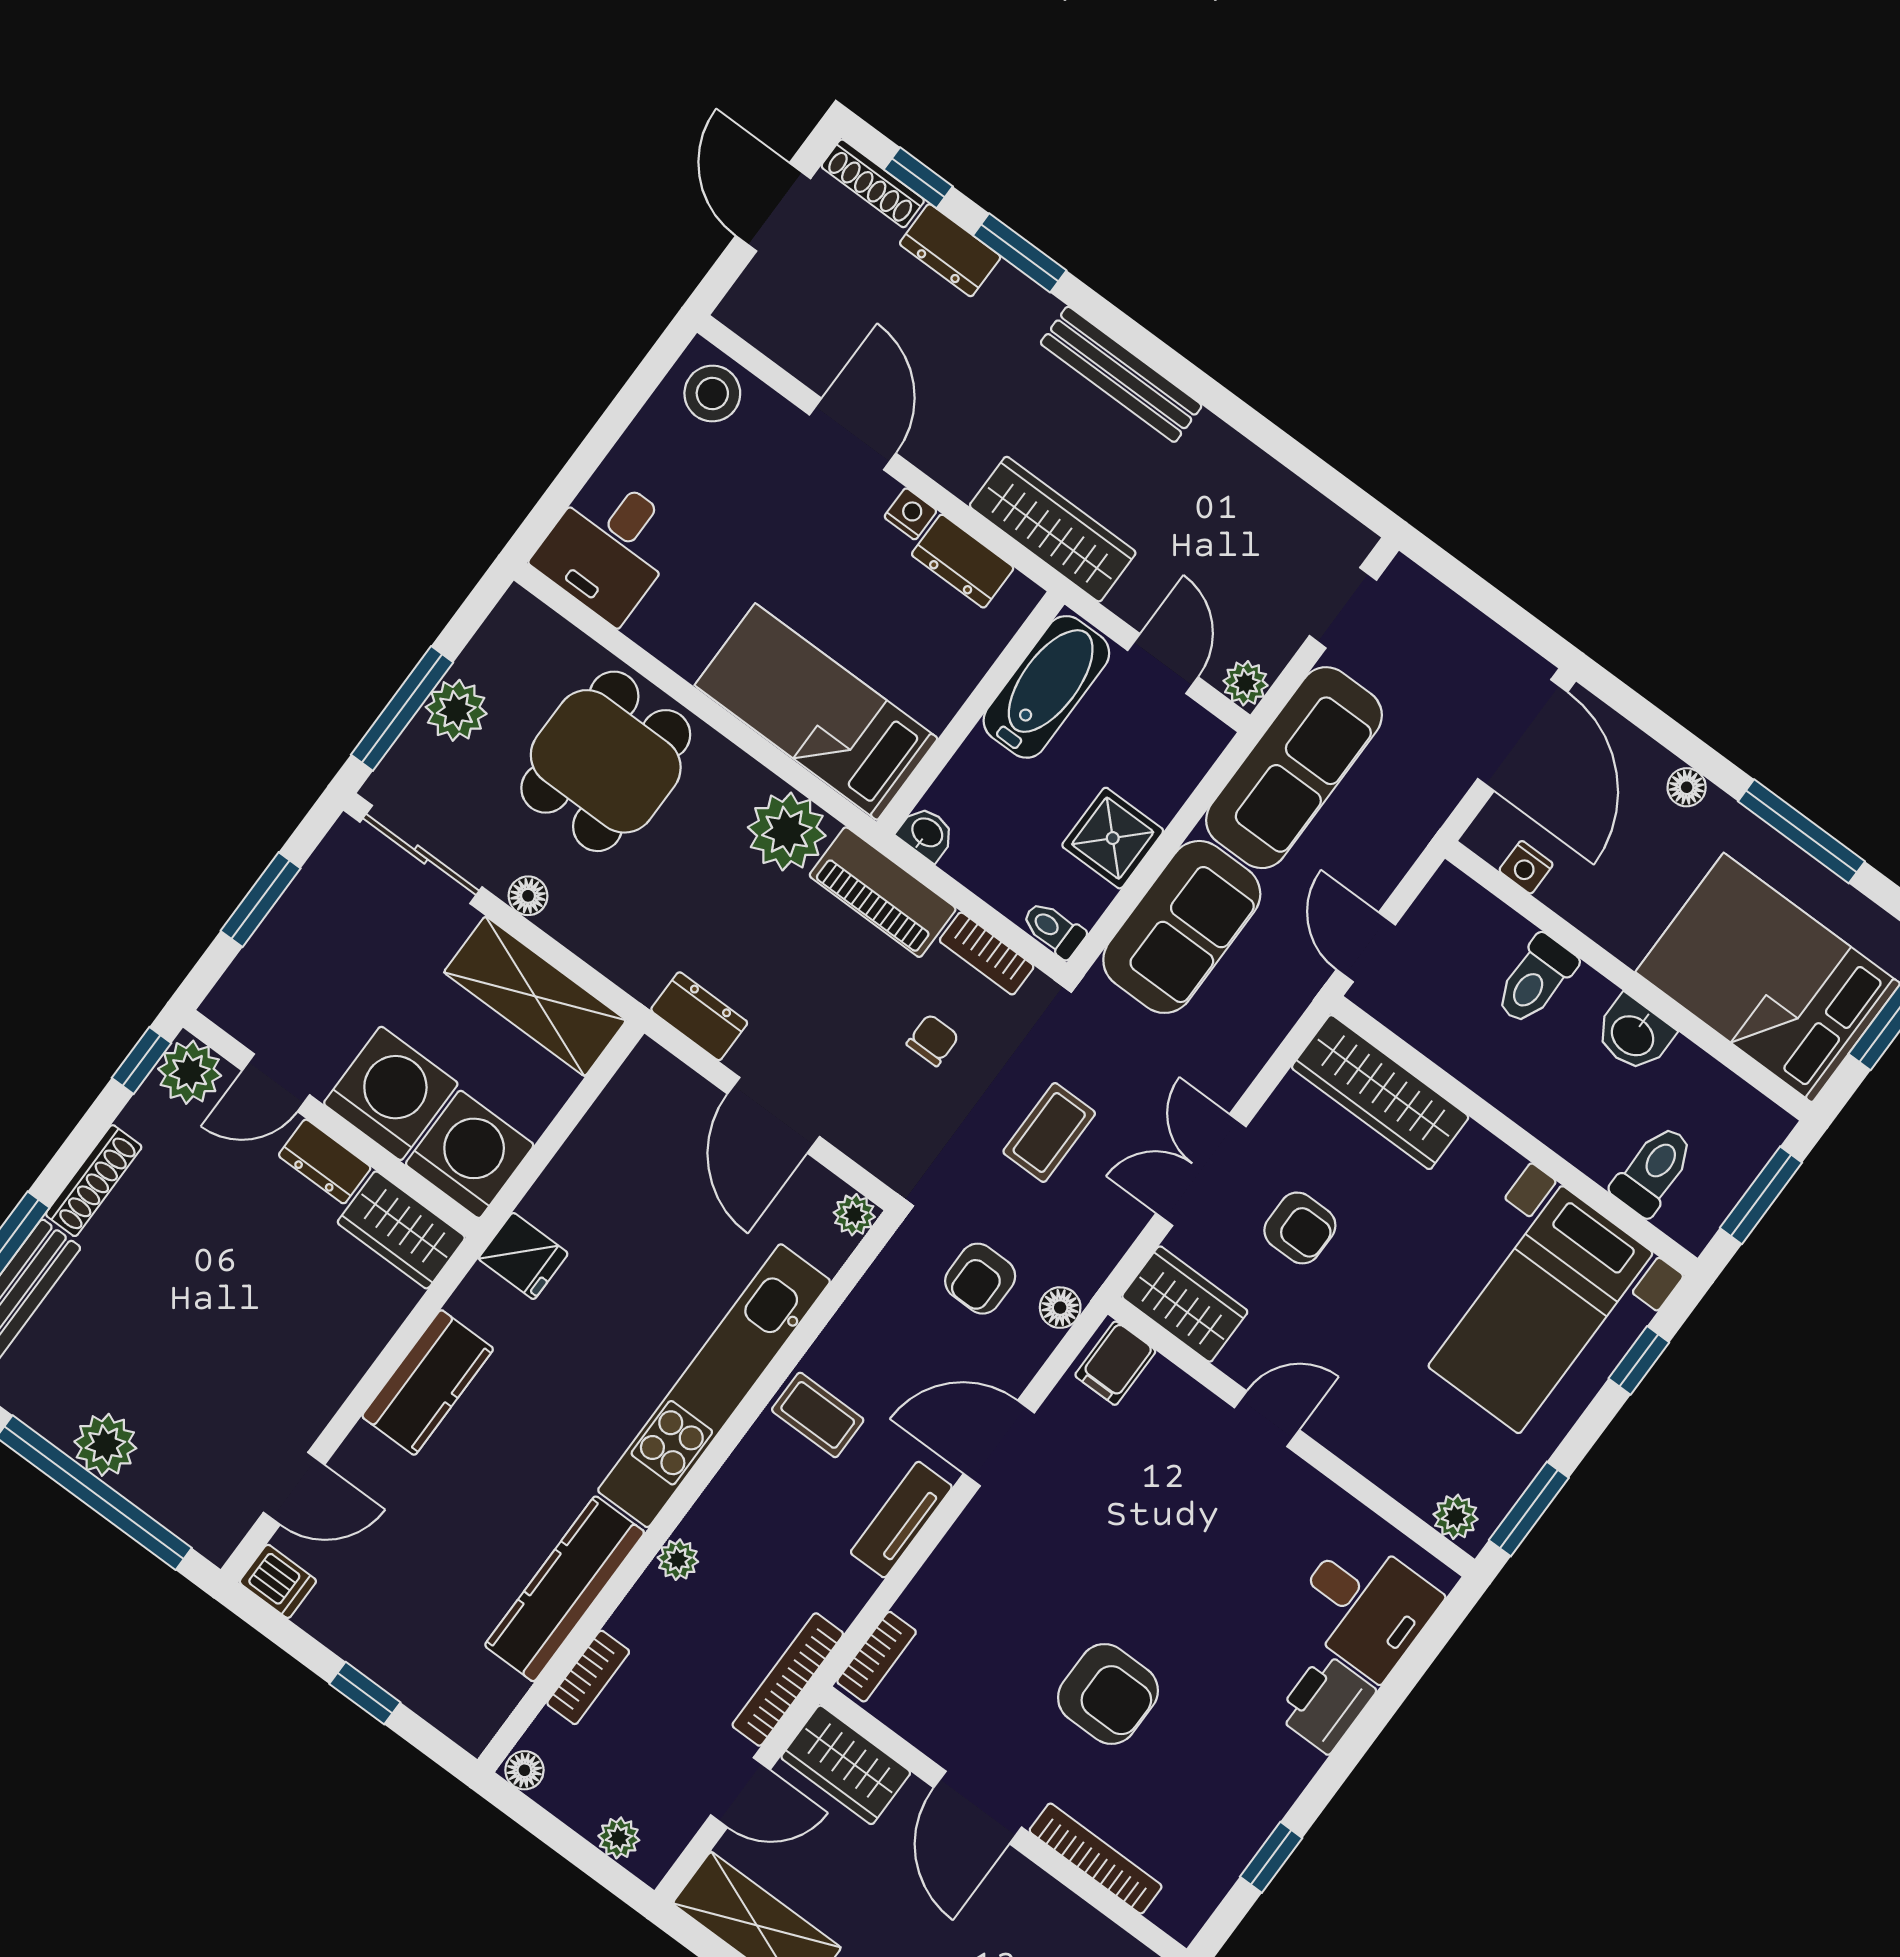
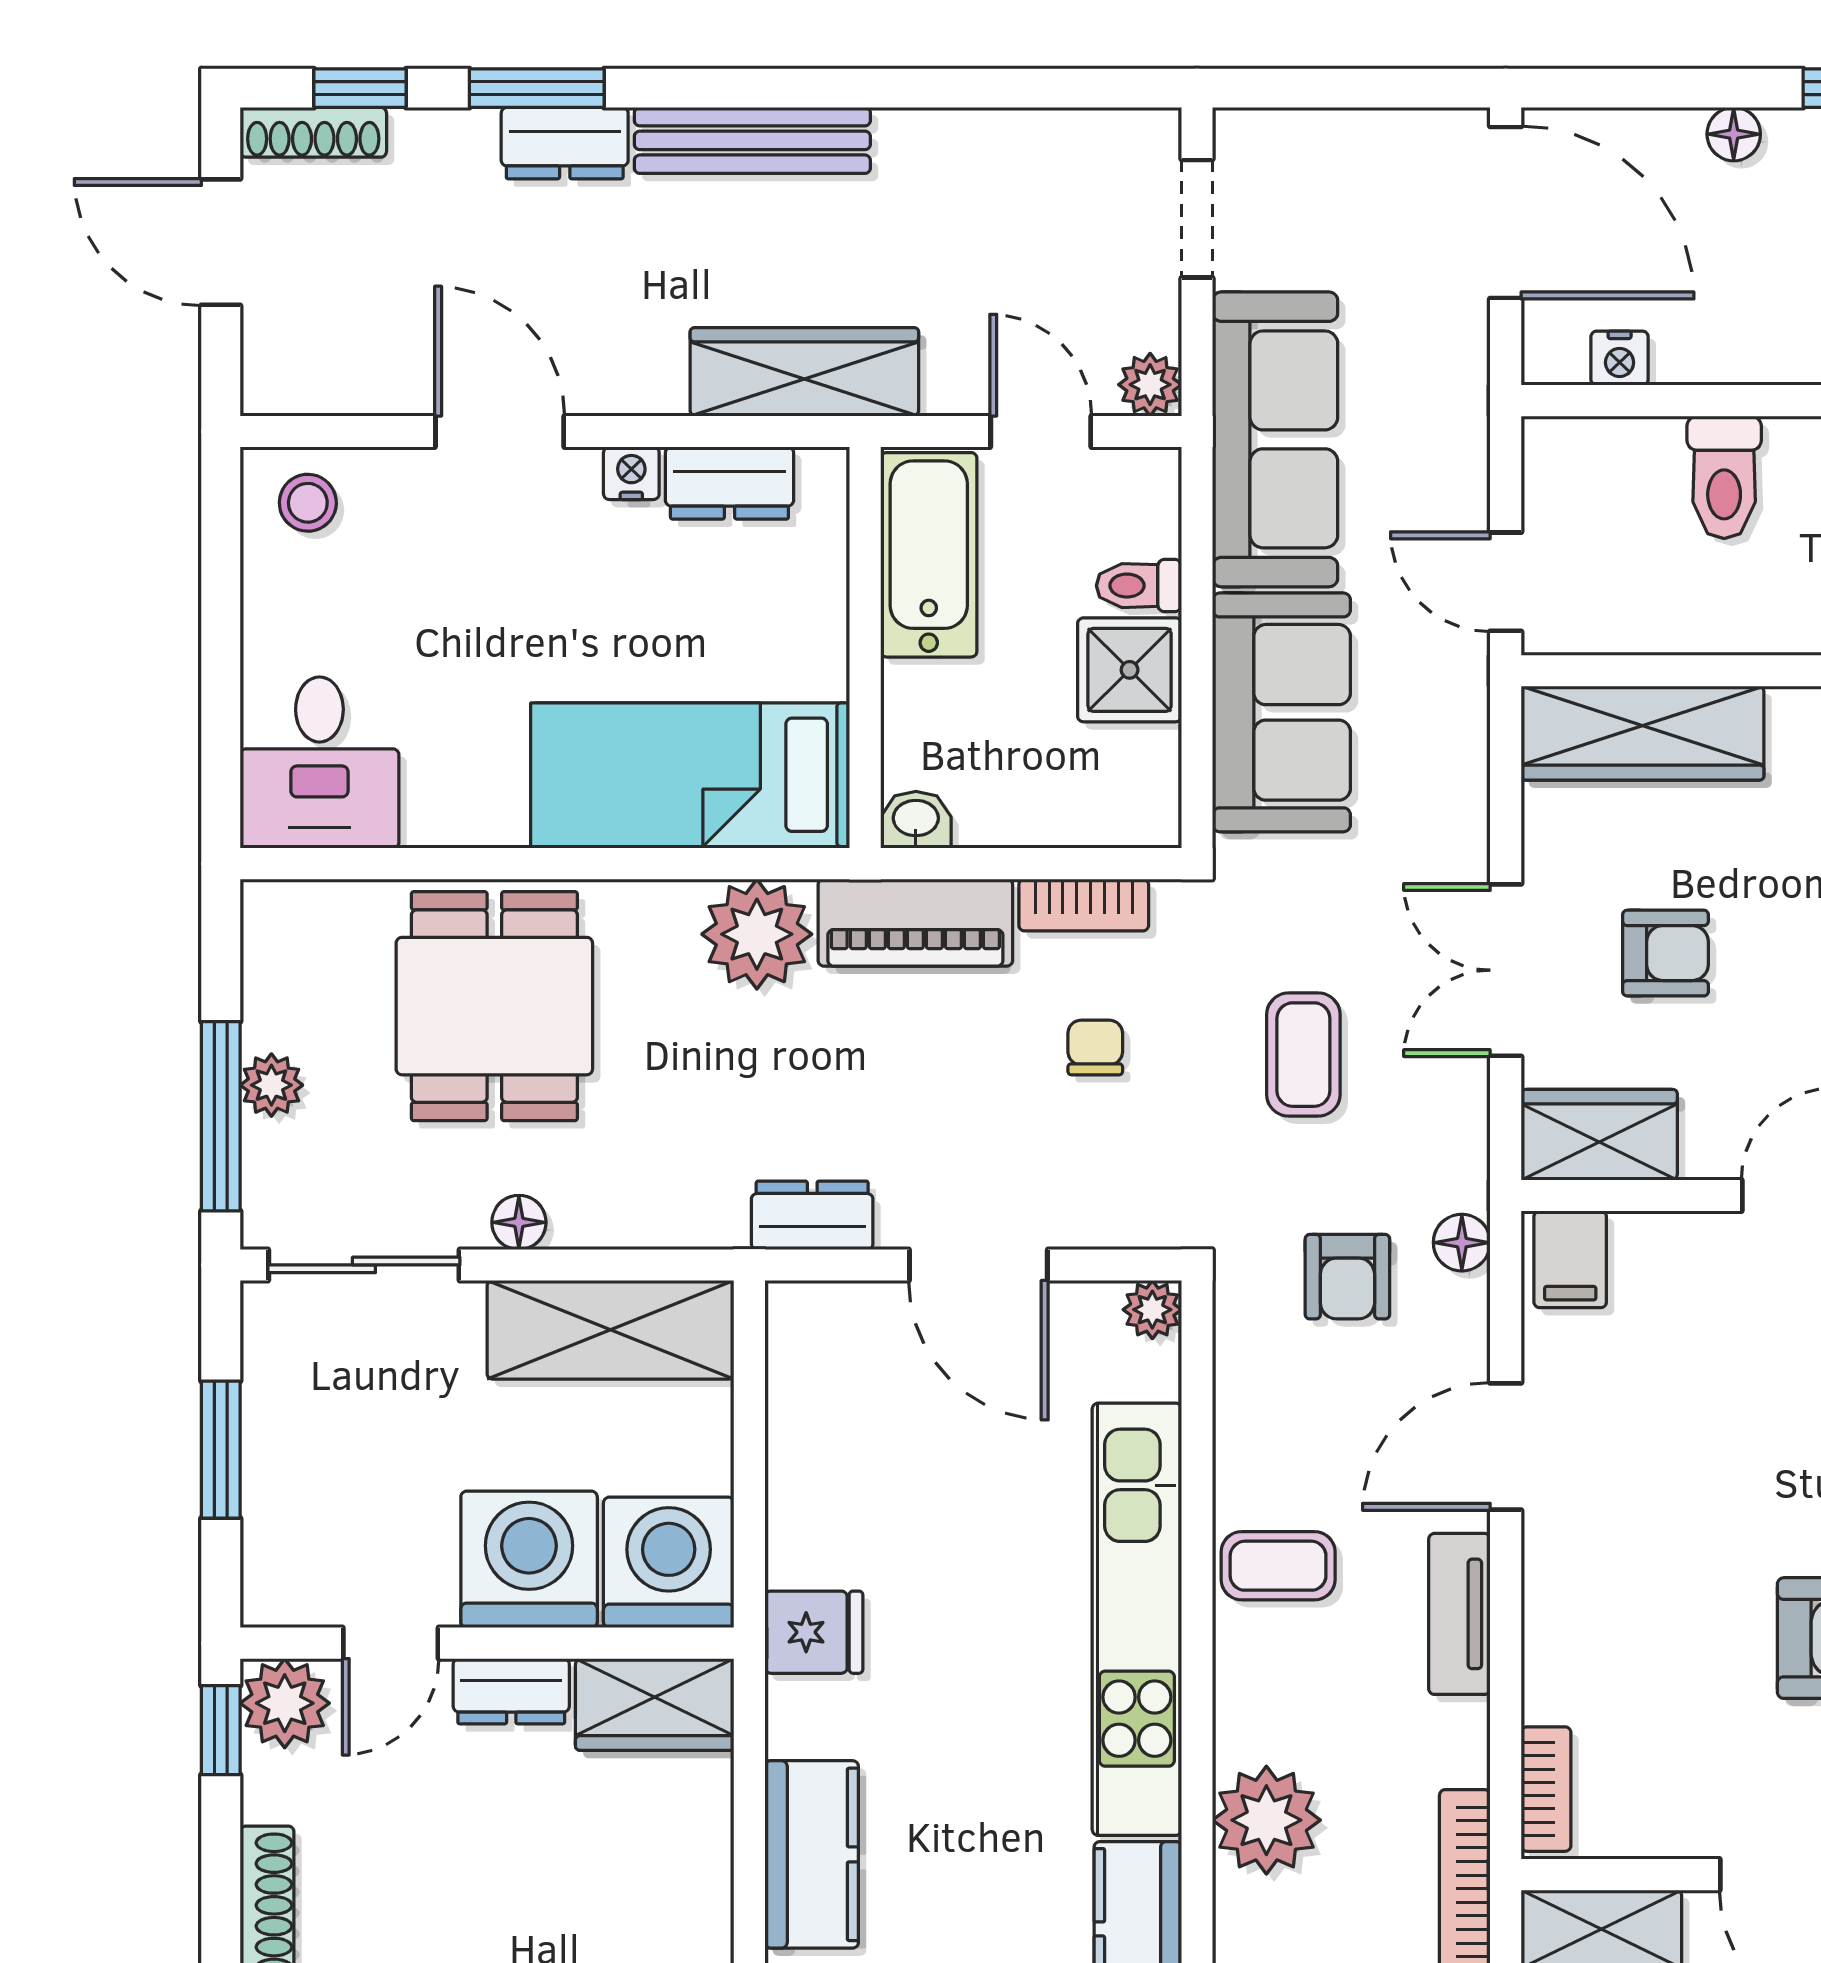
dresser: (950, 250) -> (565, 143), moved
stool: (712, 394) -> (308, 503), width x0.73, depth x0.73
plant: (456, 710) -> (271, 1085), width x0.73, depth x0.73
toilet: (1054, 929) -> (1139, 586), moved
plant: (678, 1560) -> (1266, 1820), width x1.88, depth x1.88

